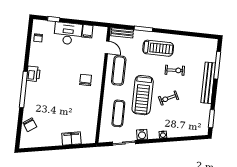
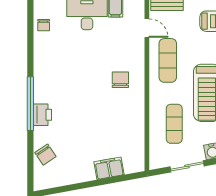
printer: (33, 74) -> (42, 115), moved

